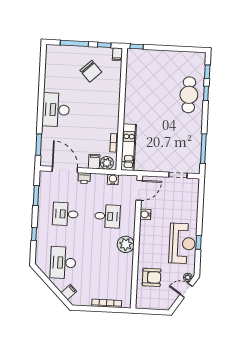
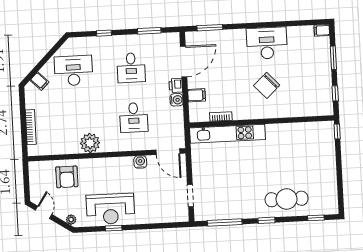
window: (74, 43) -> (333, 58), width x0.69
filing cabinet: (117, 54) -> (322, 30), moved
chair: (91, 71) -> (267, 85), moved
window: (206, 93) -> (267, 220), moved
desk: (56, 110) -> (267, 43), moved
kitchen unit: (129, 147) -> (227, 134), width x1.36
plant: (107, 163) -> (196, 110), removed
water cooler: (113, 179) -> (177, 100), moved
desk: (65, 214) -> (131, 68), turned 180
plant: (126, 244) -> (90, 143), moved
door: (186, 290) -> (44, 212), moved

